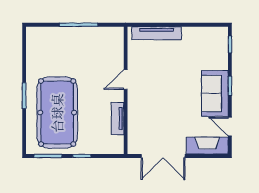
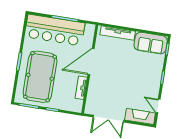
bar counter: (67, 43) -> (55, 30), added
door: (126, 80) -> (91, 62), width x1.87
sofa: (215, 94) -> (151, 43), moved, turned -90

